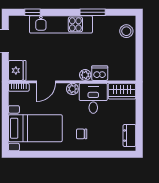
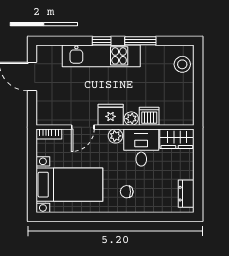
window: (32, 12) -> (102, 41), moved
fridge: (17, 70) -> (111, 115), moved, turned -90

